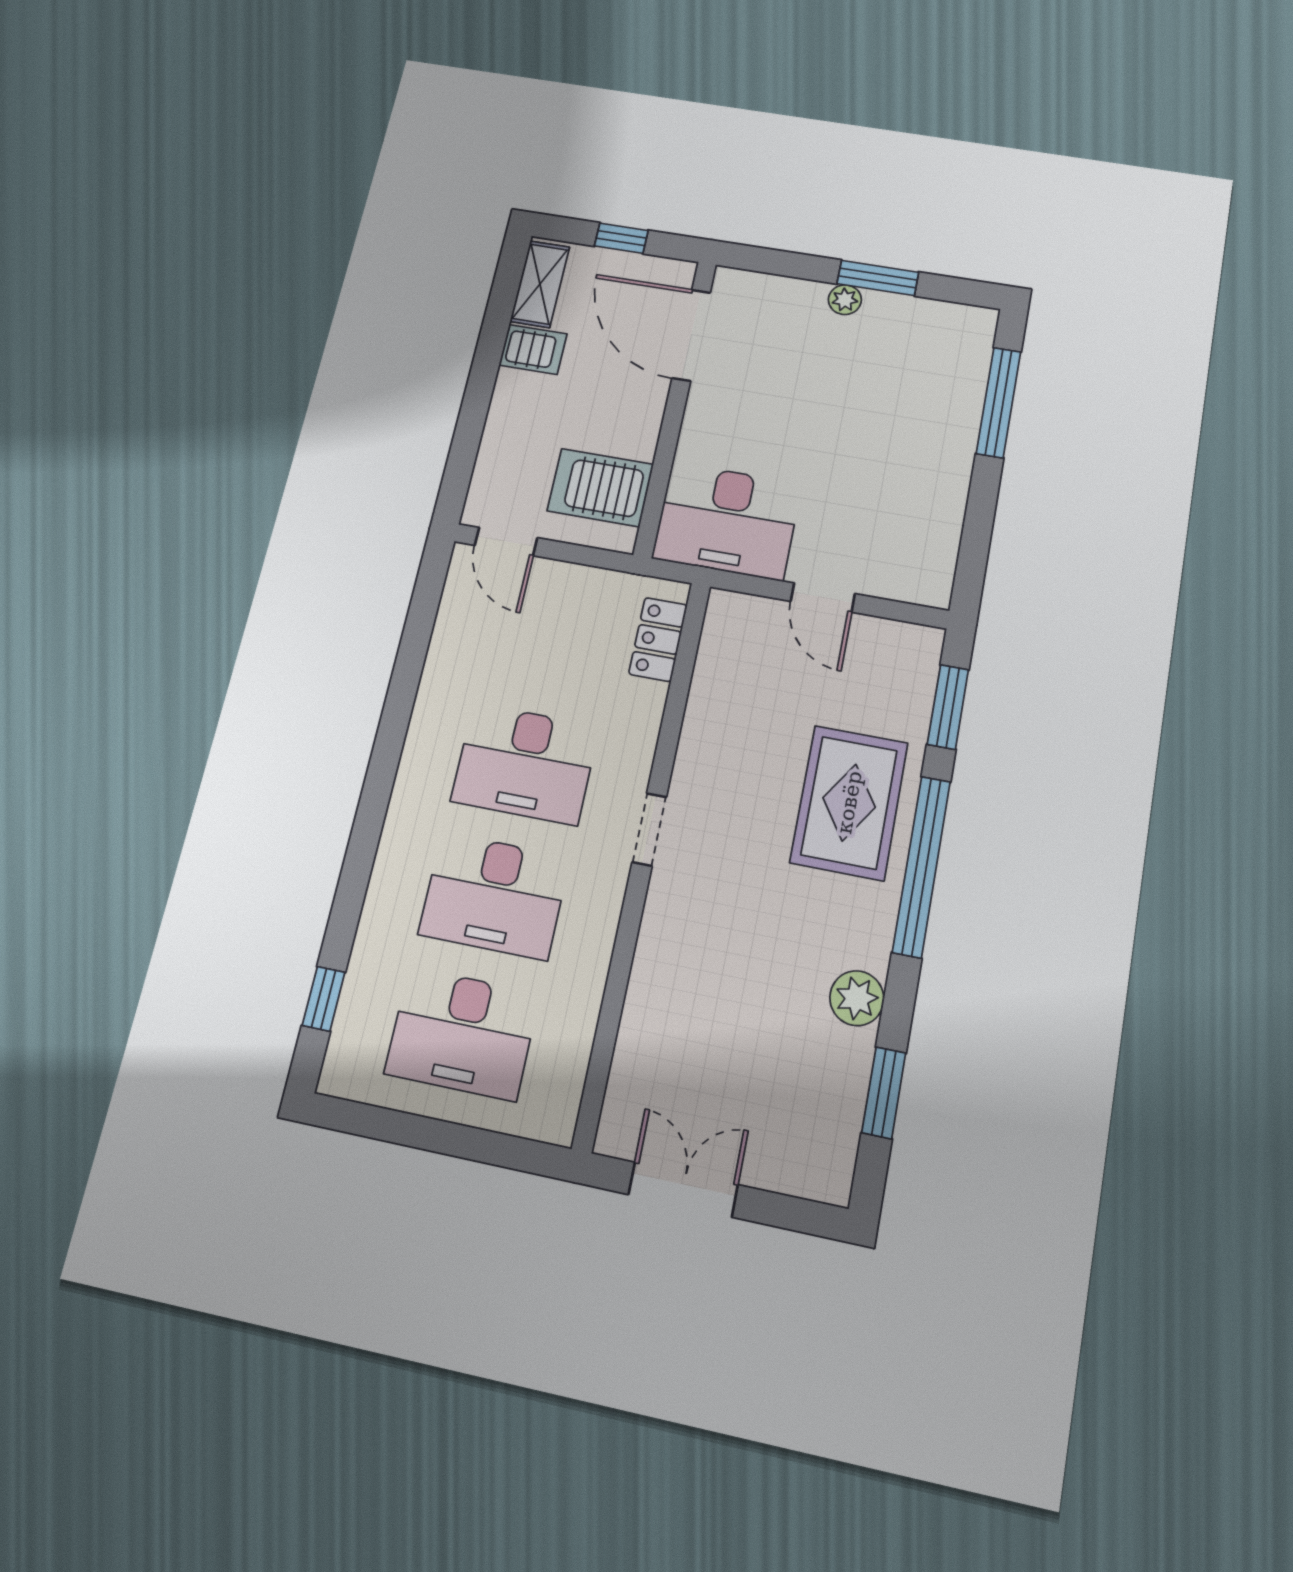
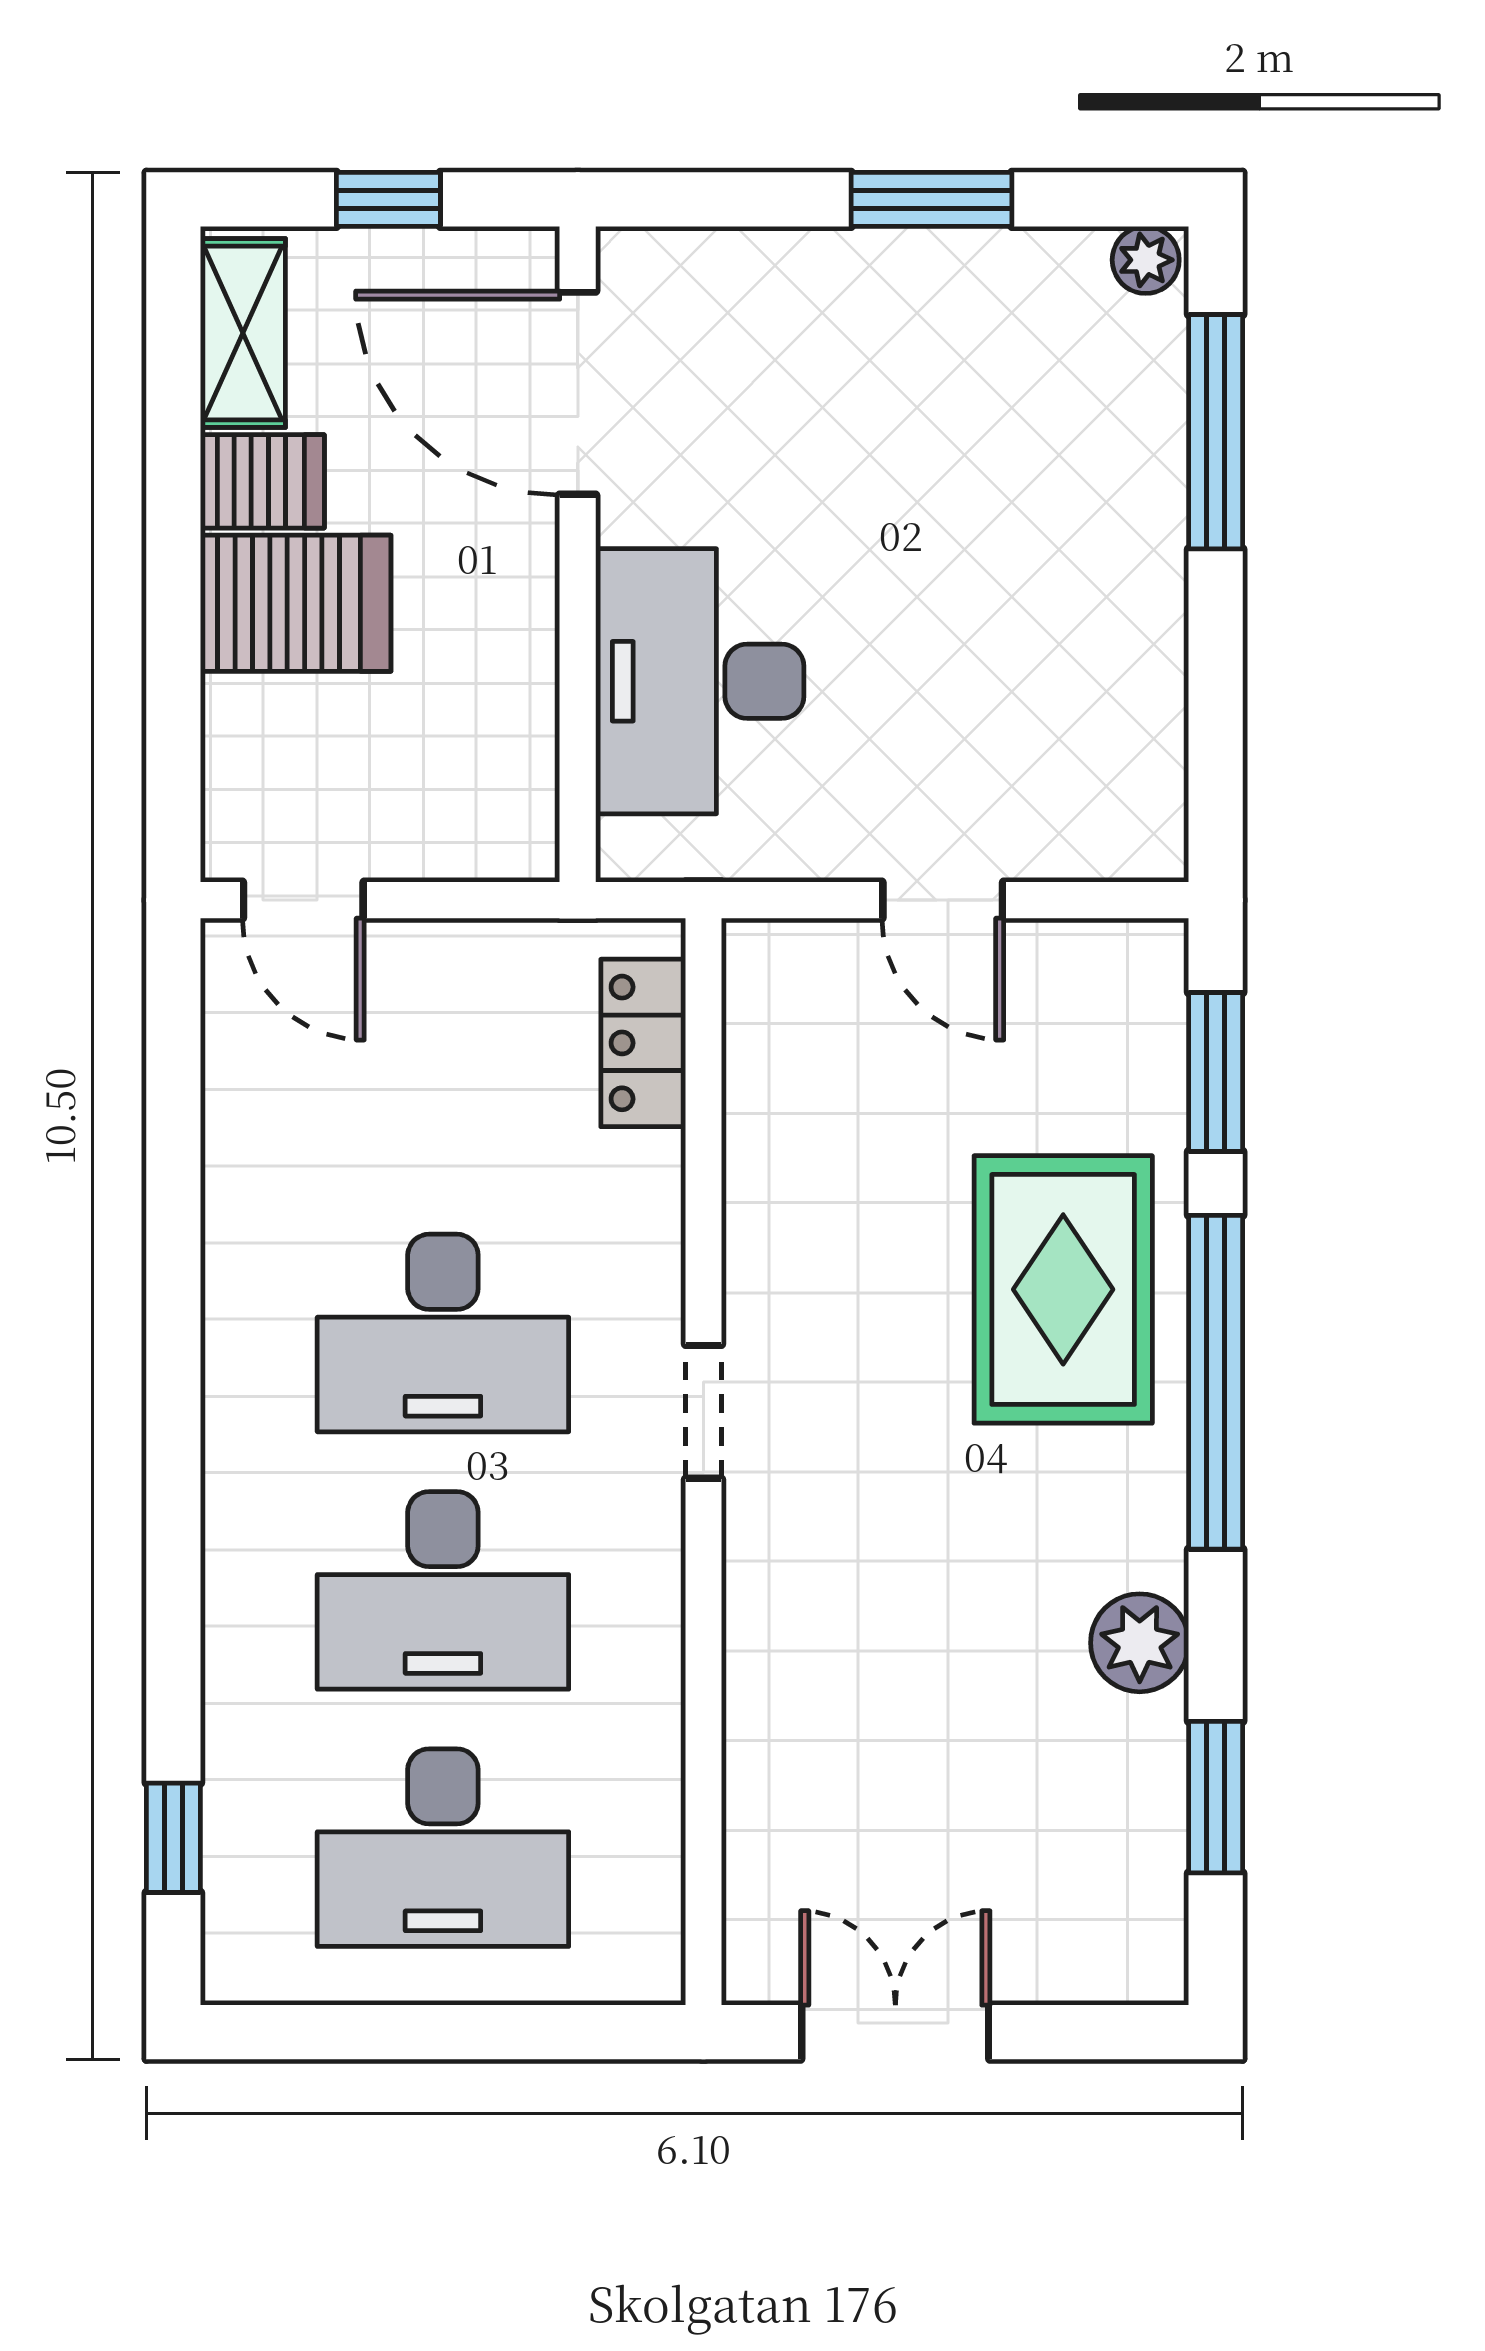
plant: (845, 300) -> (1146, 260), moved
server rack: (600, 488) -> (296, 603), moved, turned 180
desk: (727, 521) -> (700, 681), moved, turned 90

